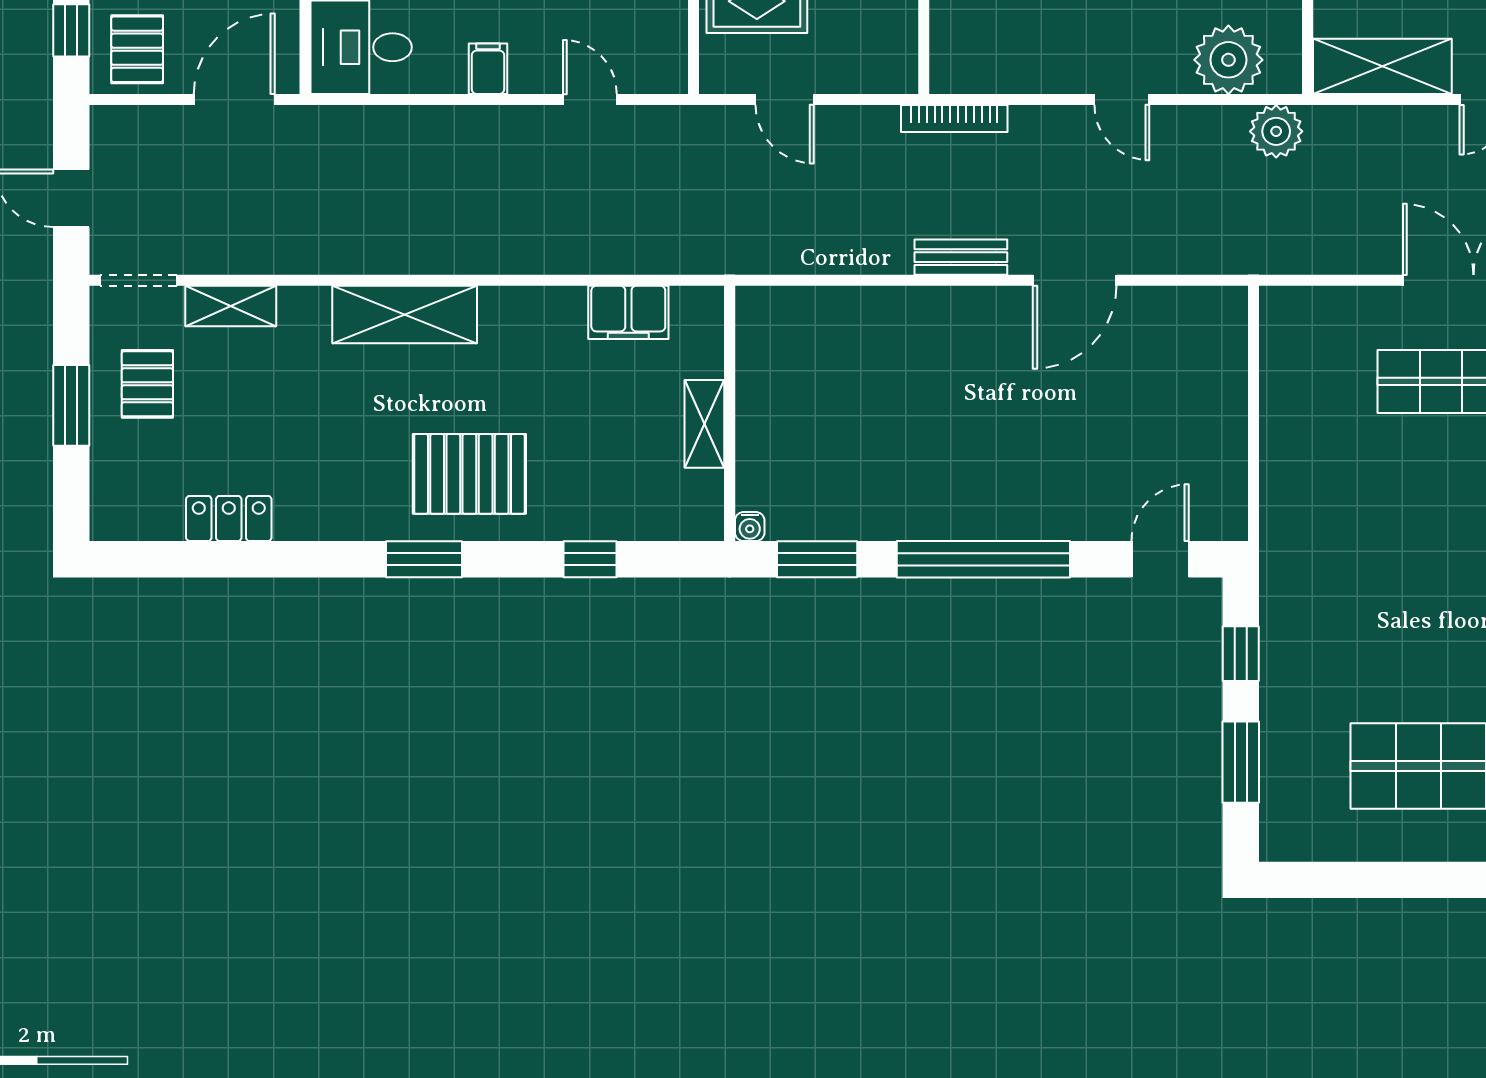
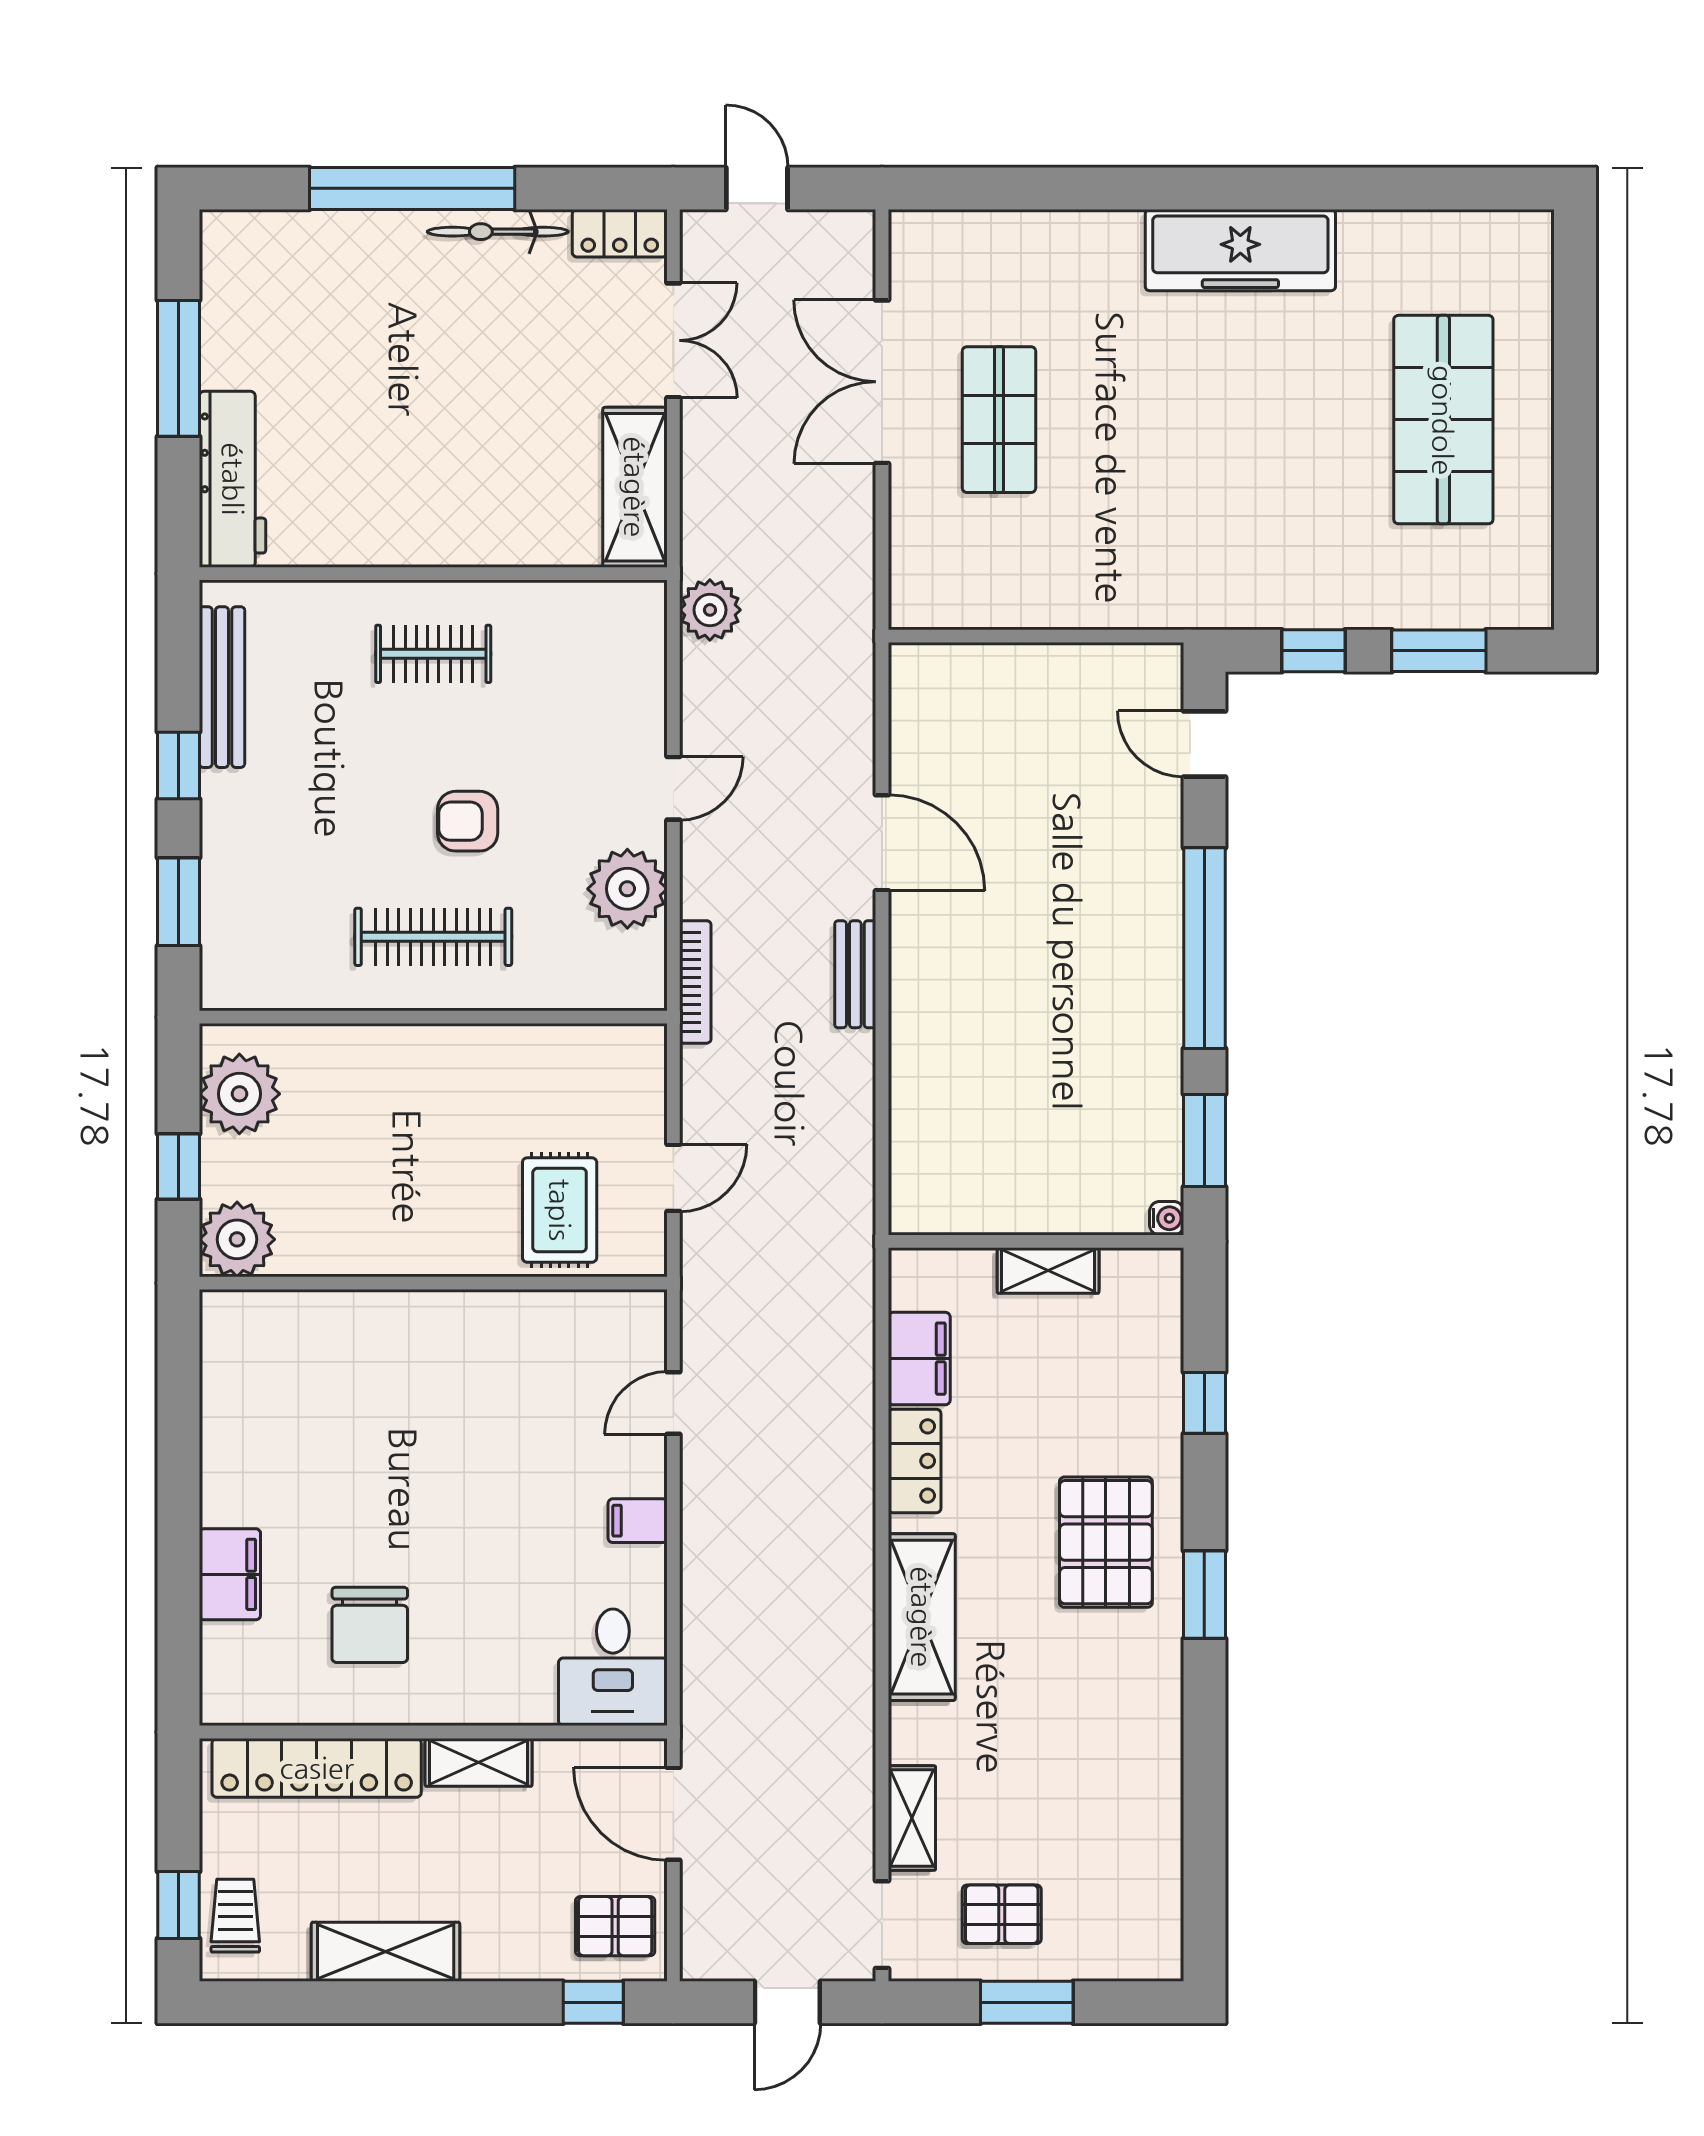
plant: (1228, 60) -> (627, 889), moved
locker: (229, 518) -> (915, 1461), moved, turned 180

